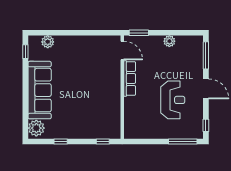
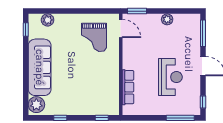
grand piano: (95, 60) -> (94, 37), added
row of seats: (130, 78) -> (128, 87), moved

